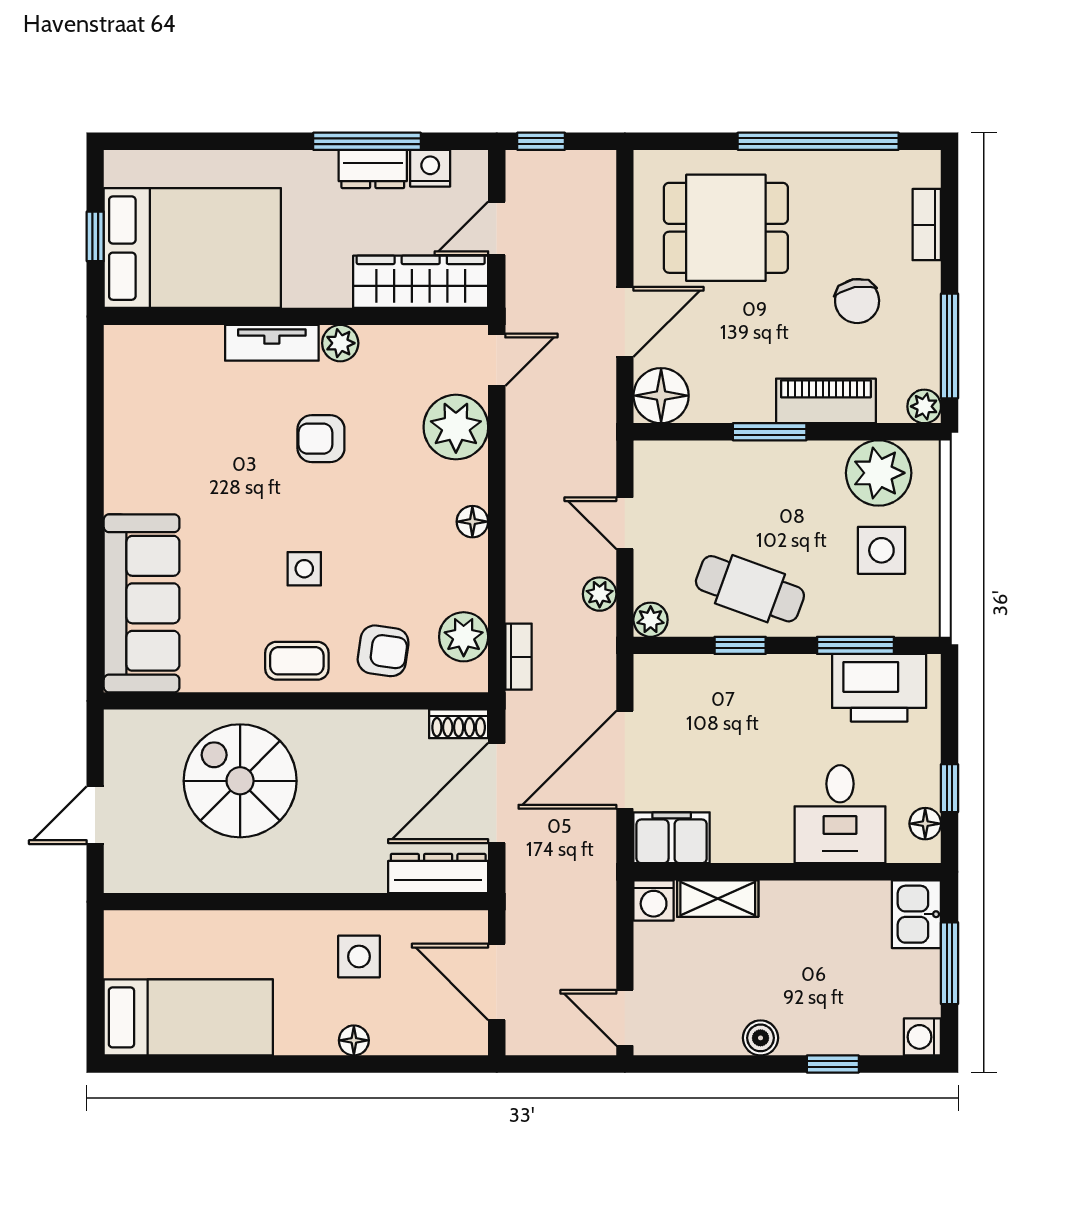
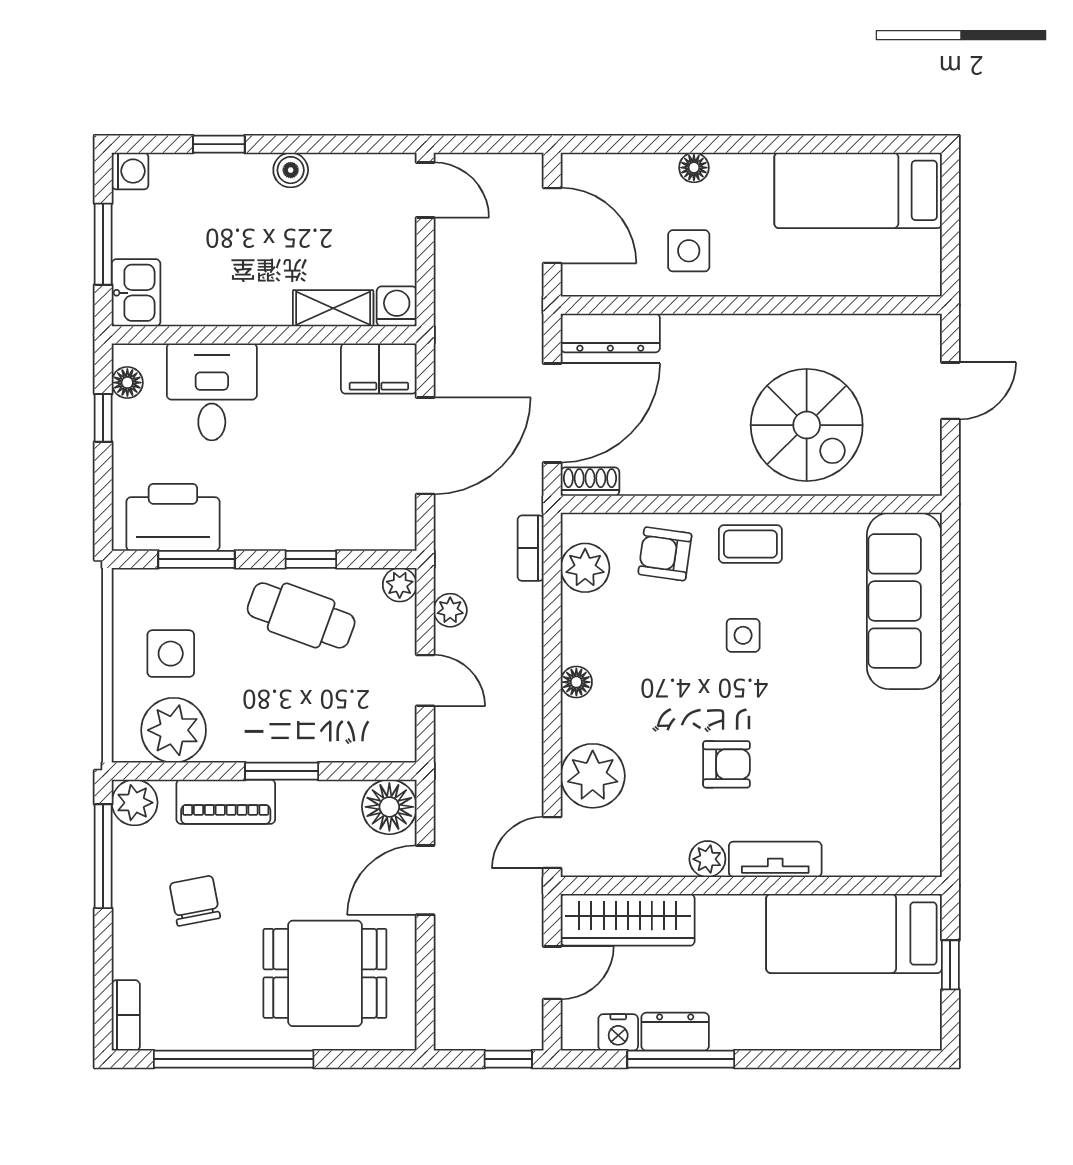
bookcase: (927, 225) -> (126, 1015), moved
bed: (192, 248) -> (854, 934), width x0.67
plant: (924, 406) -> (135, 803), width x1.38, depth x1.38

